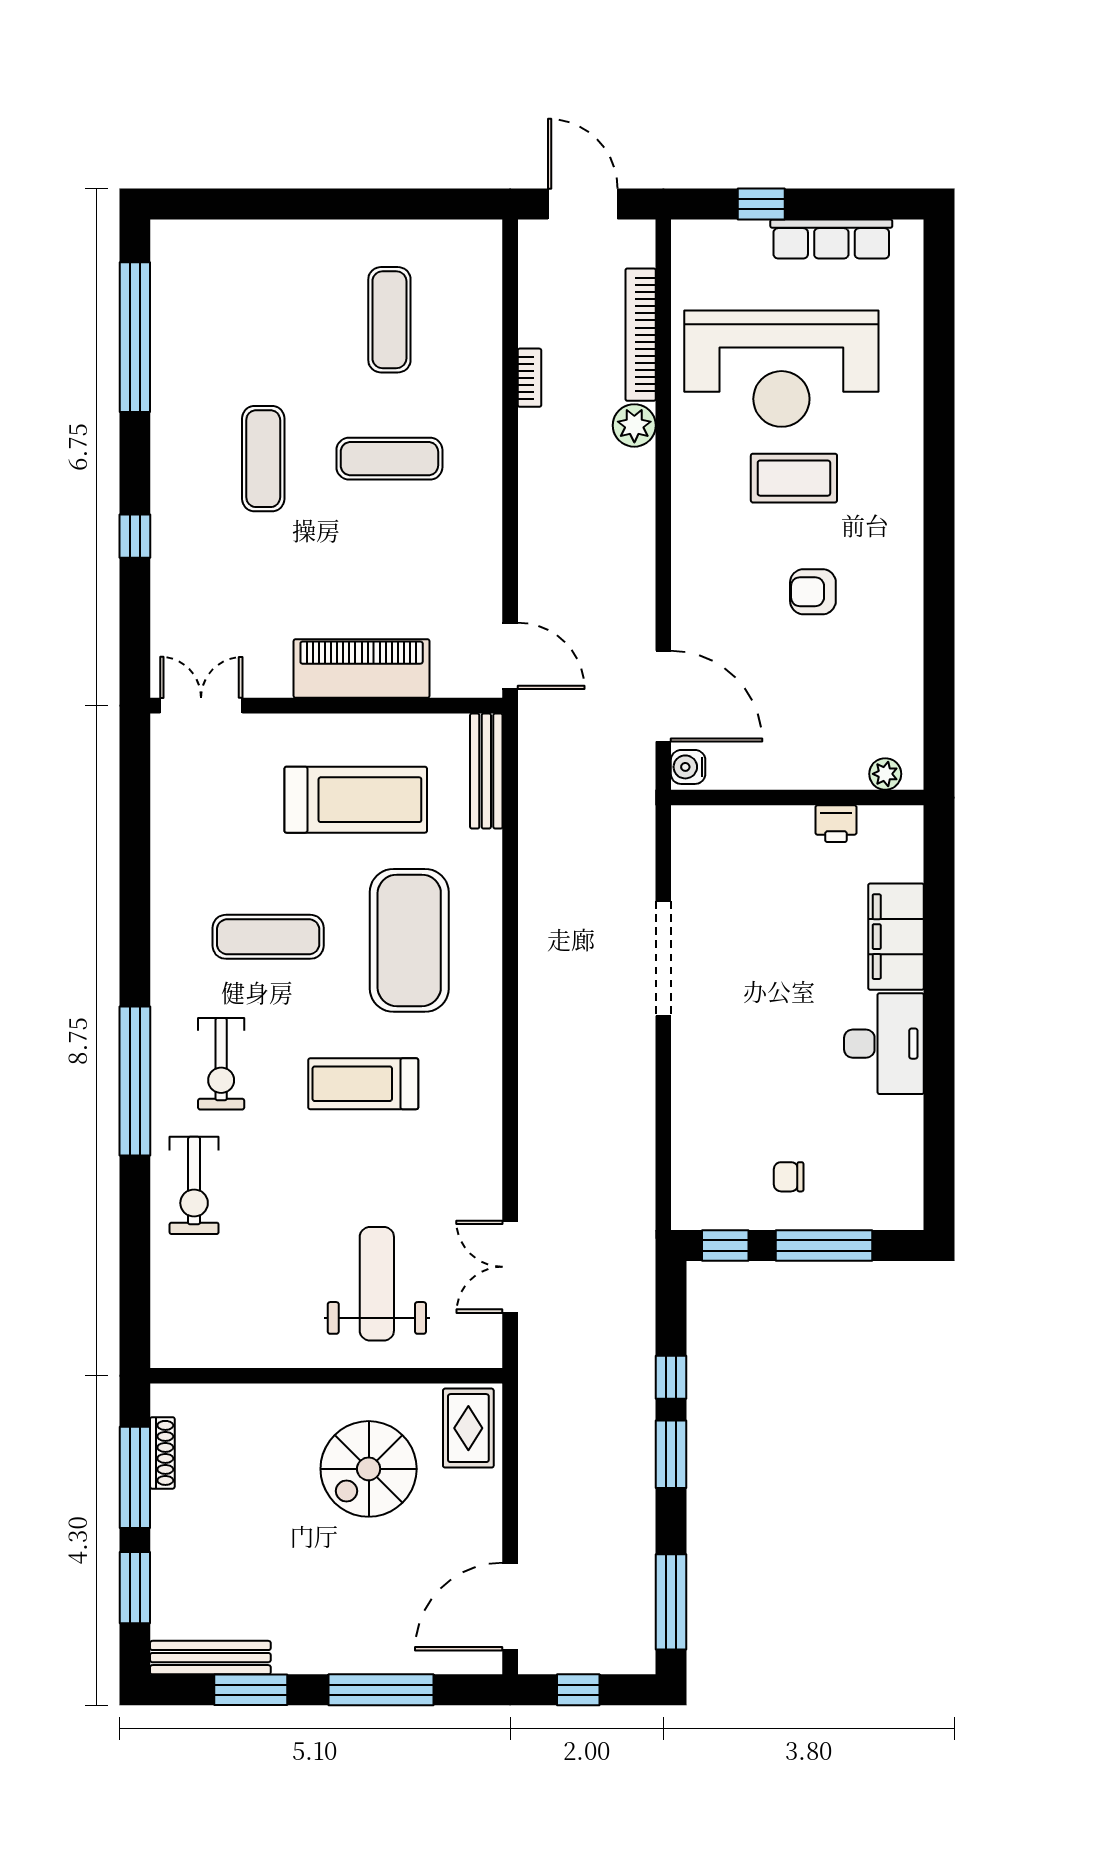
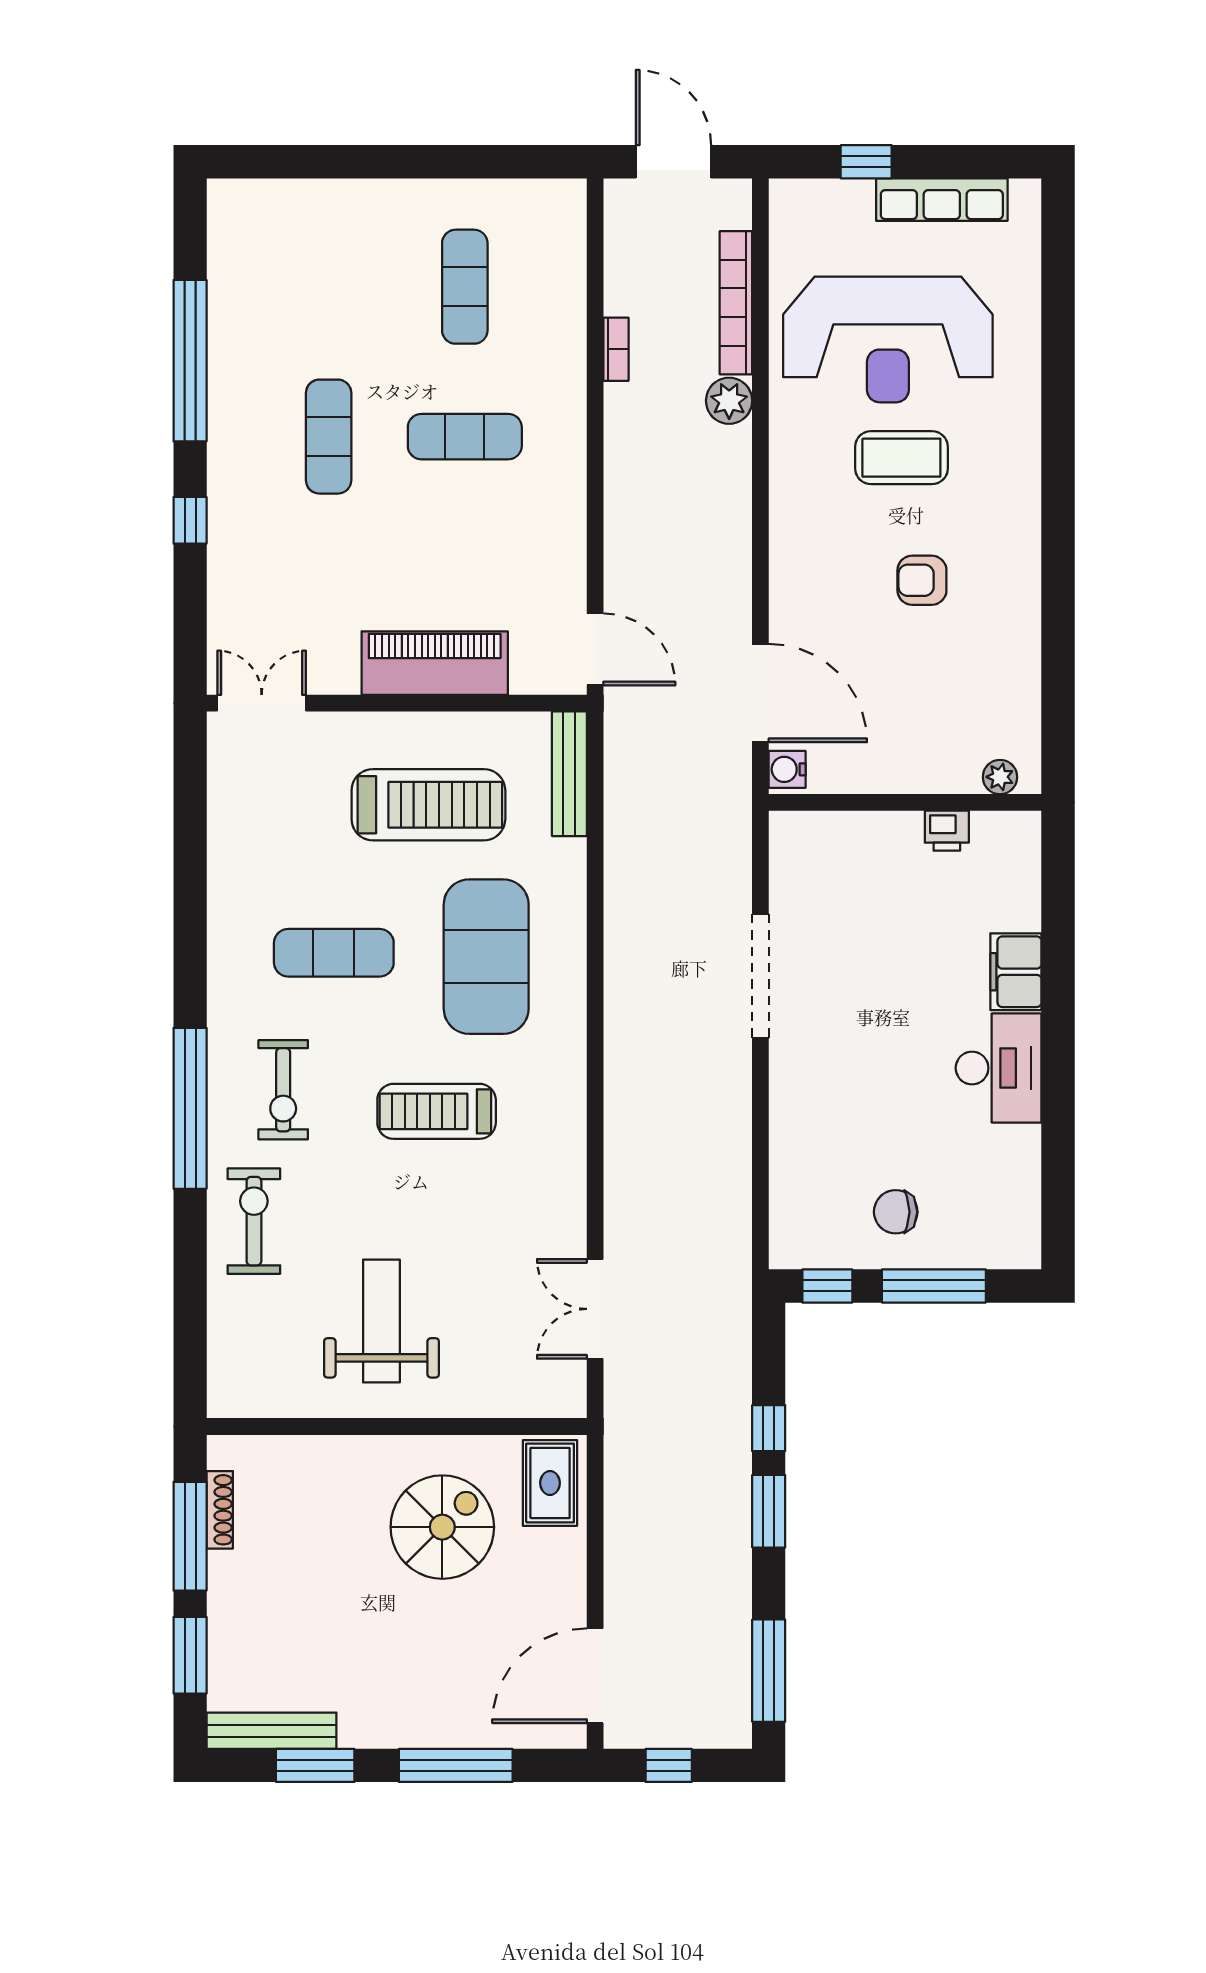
window: (135, 337) -> (190, 361), moved
filing cabinet: (896, 937) -> (1016, 972), width x0.67, depth x0.86
chair: (789, 1177) -> (896, 1212), width x1.37, depth x1.37
exercise bike: (194, 1185) -> (254, 1221), turned 180
weight bench: (377, 1284) -> (381, 1321), moved
spiral stairs: (369, 1469) -> (442, 1527), turned 180

